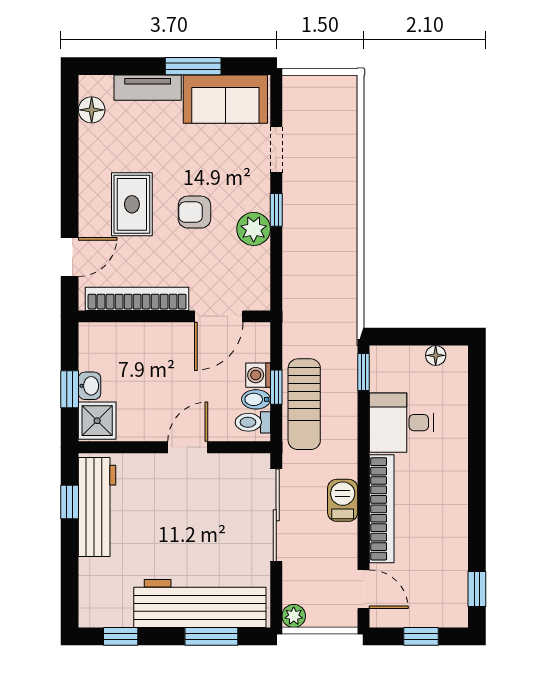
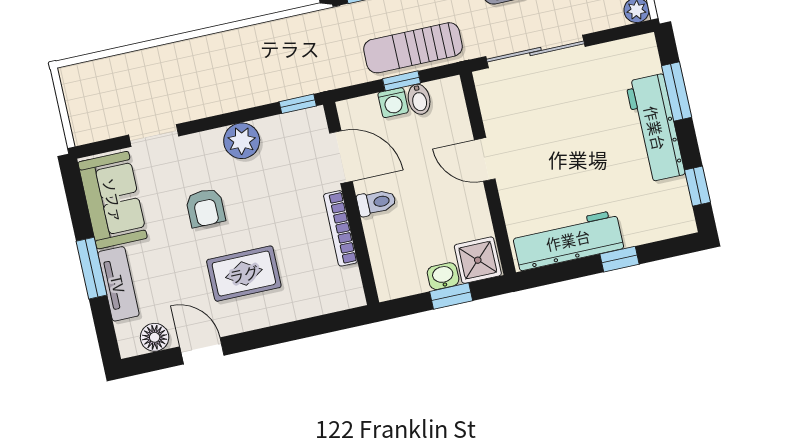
window: (193, 66) -> (92, 268), moved
window: (276, 210) -> (298, 104), moved
armchair: (194, 212) -> (205, 208), moved
door: (70, 257) -> (202, 351), moved
bookcase: (137, 299) -> (340, 228), width x0.68, depth x0.76
sun lounger: (304, 404) -> (413, 48), turned 180
toilet: (253, 422) -> (376, 202), moved, turned -90
window: (70, 502) -> (619, 259), moved
workbench: (200, 604) -> (655, 128), width x0.73, depth x0.76

